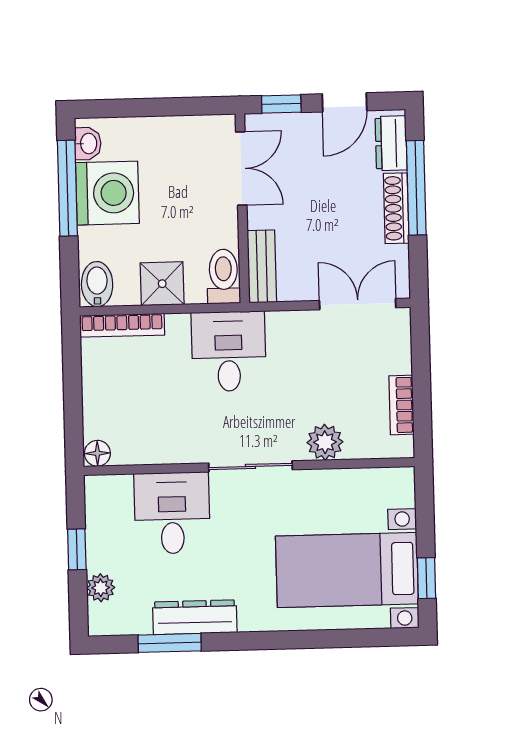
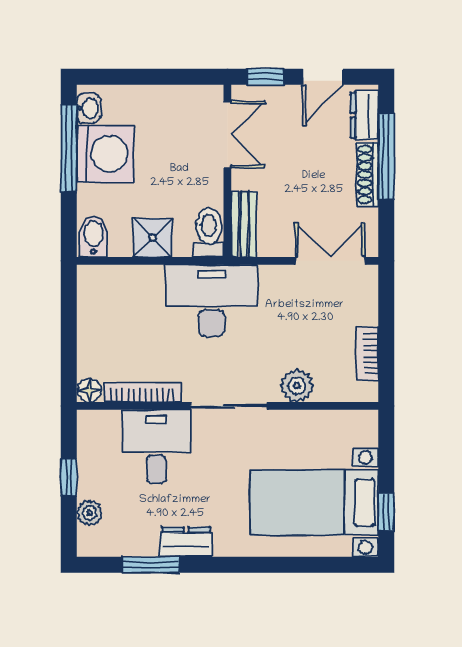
bookcase: (122, 325) -> (143, 392), moved, turned 180
desk: (229, 351) -> (212, 301), width x1.37
dresser: (195, 617) -> (186, 542), width x0.70

